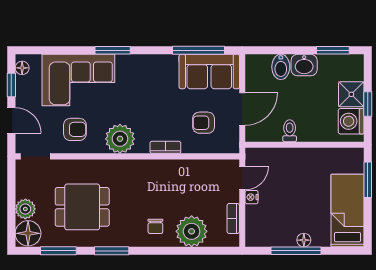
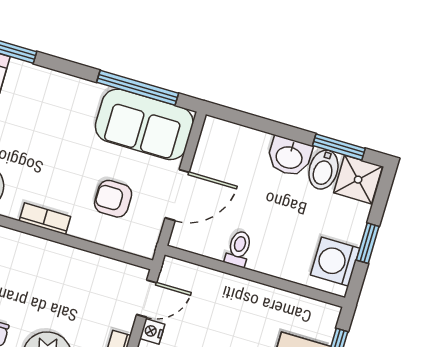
bidet: (281, 67) -> (323, 170), moved
shower: (351, 94) -> (358, 180), moved

